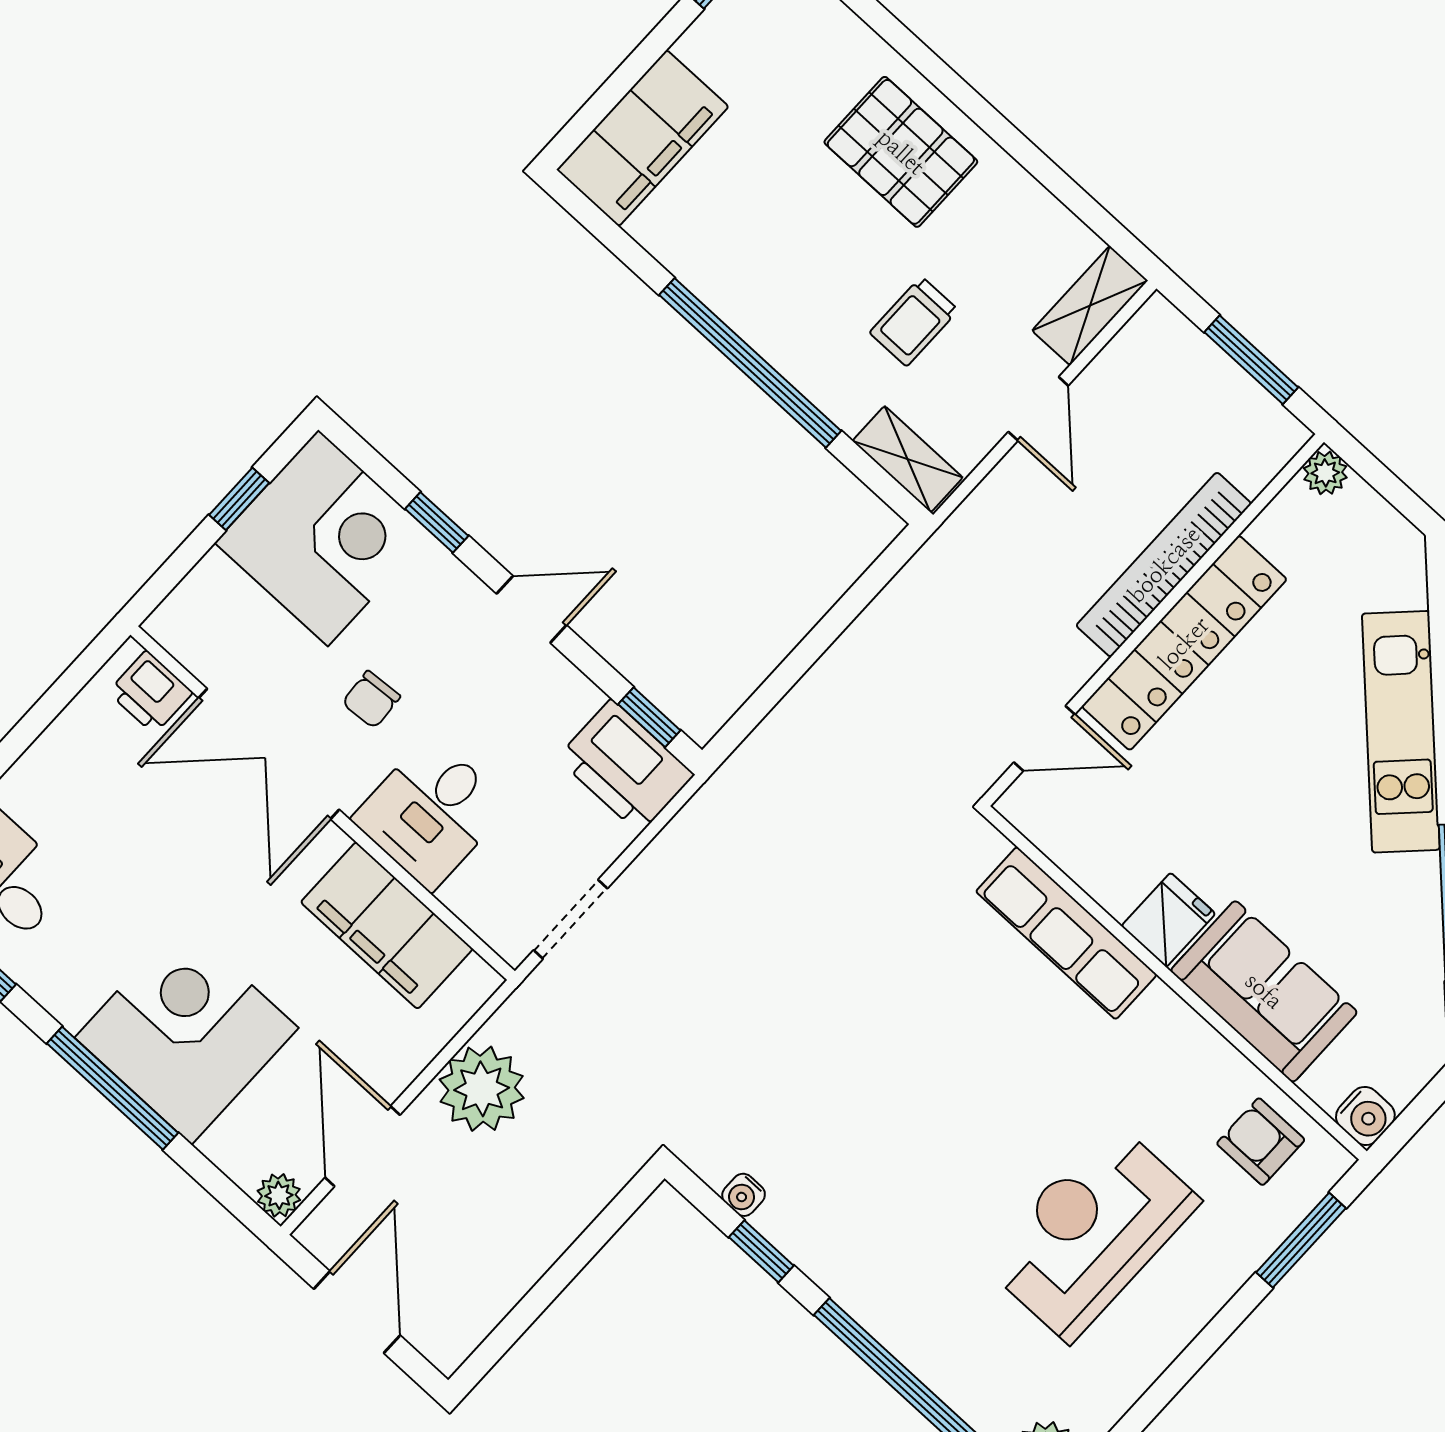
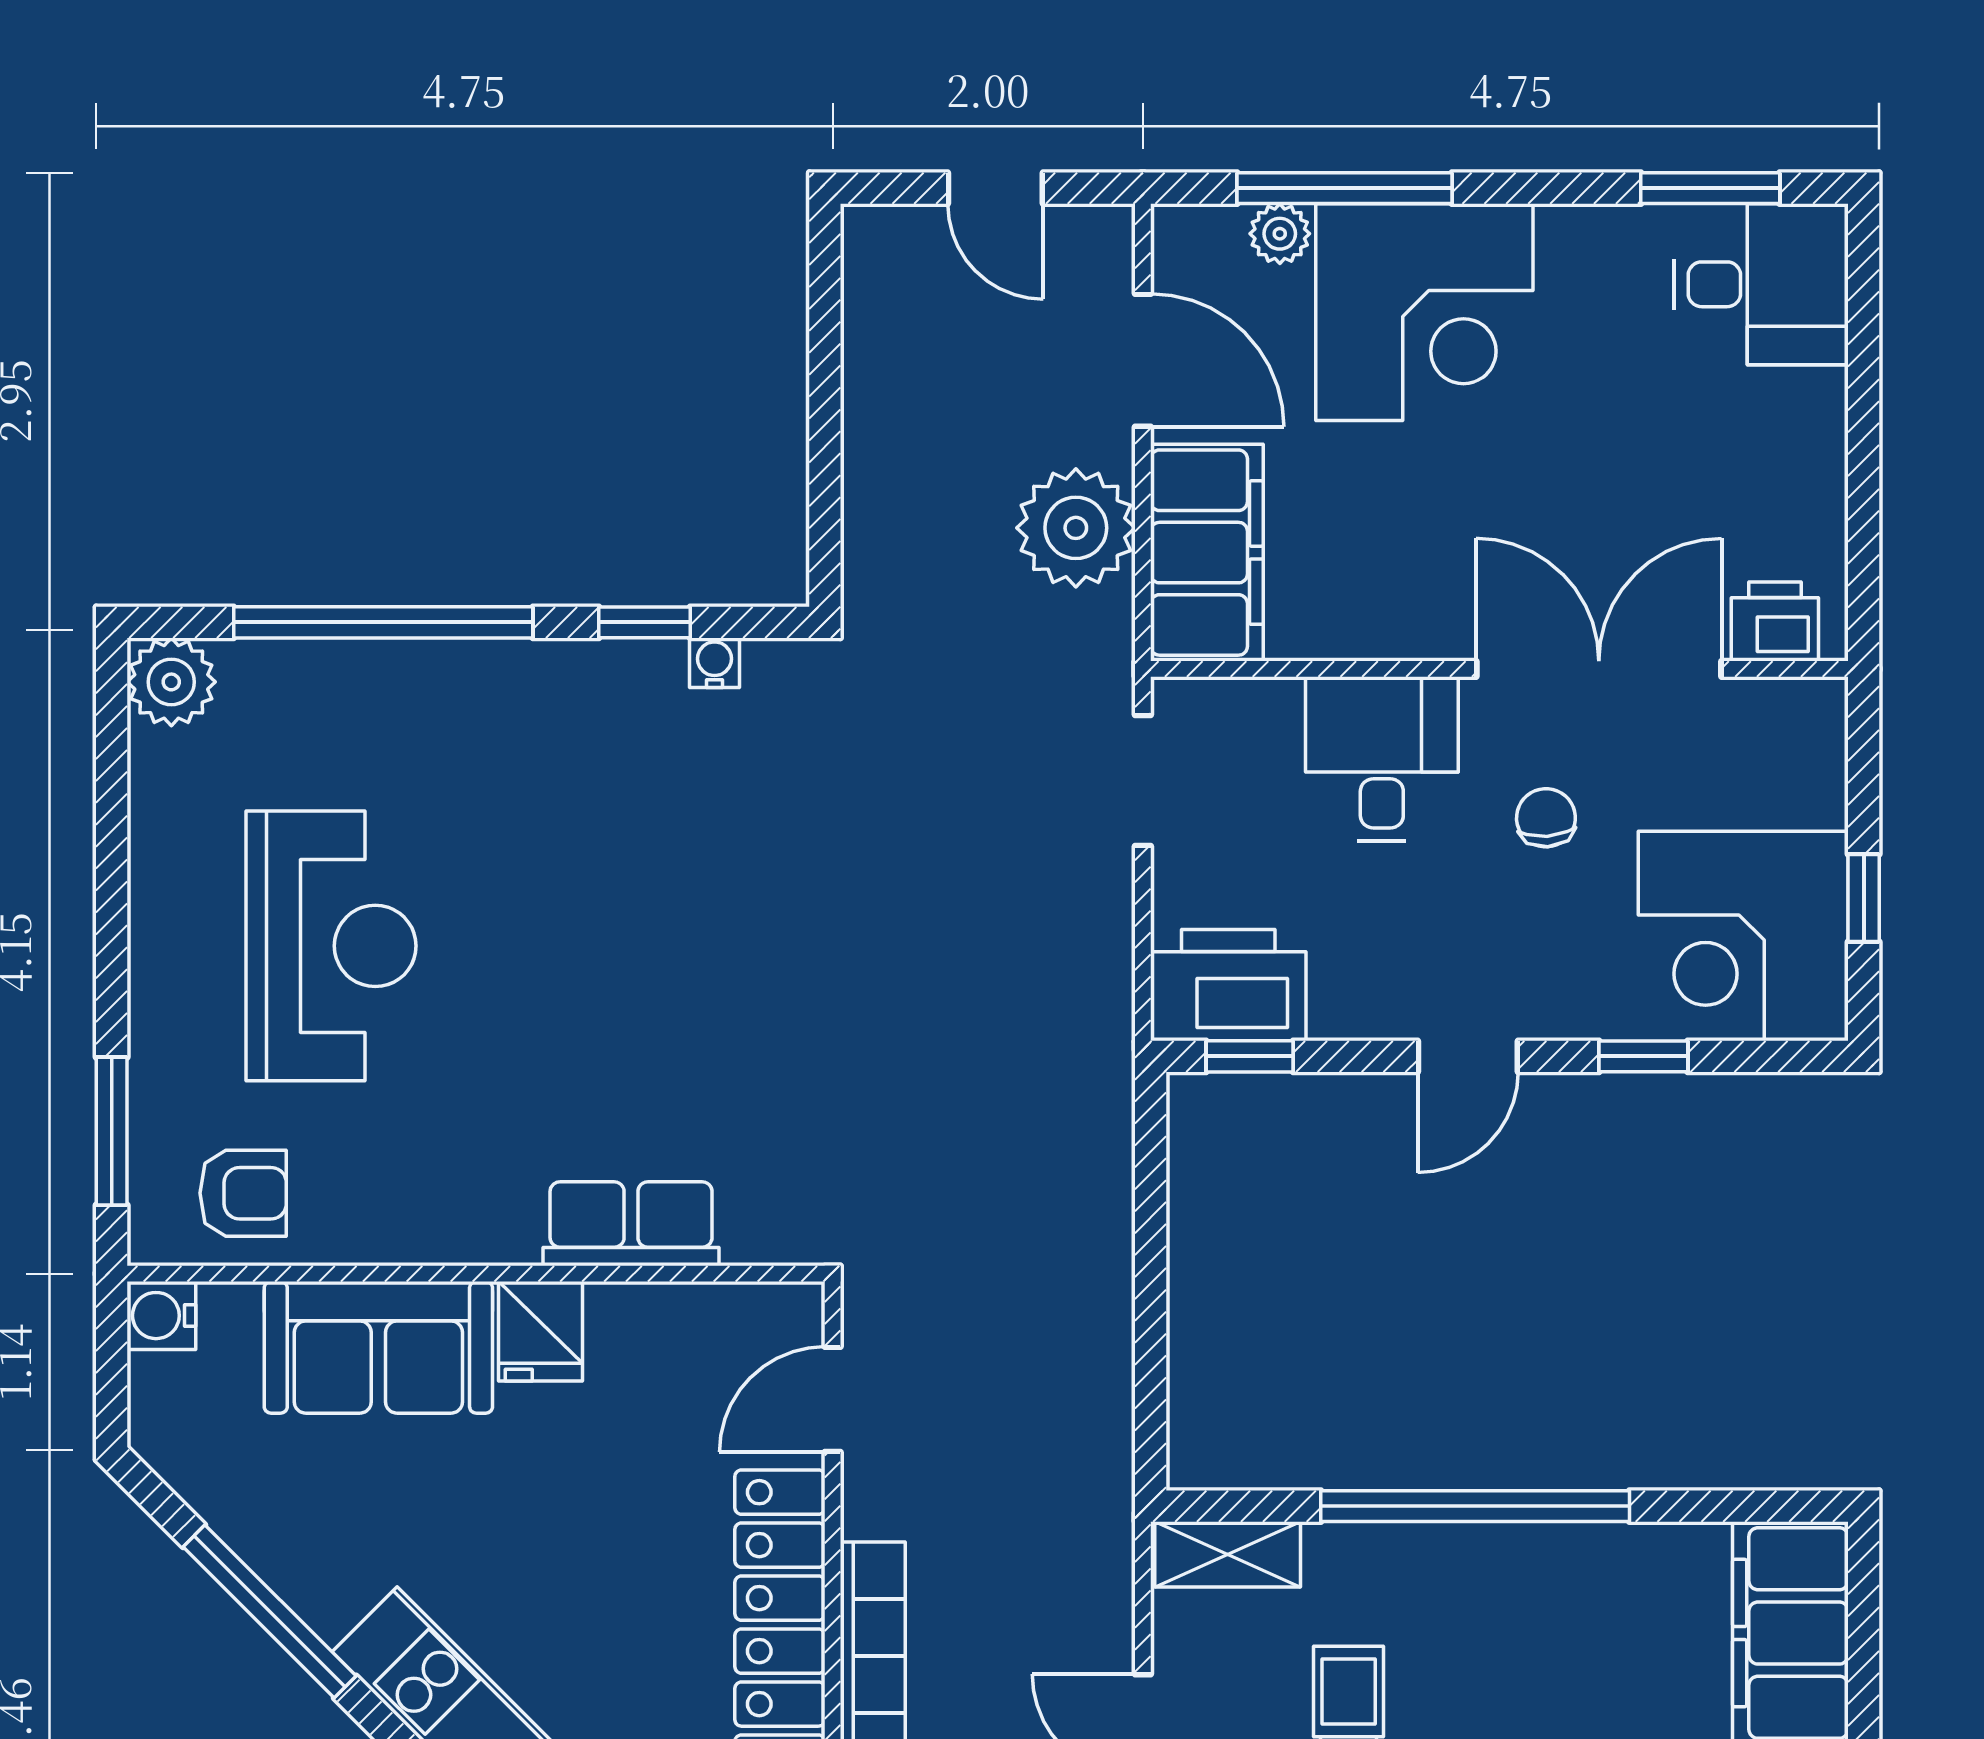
filing cabinet: (387, 925) -> (1207, 553), moved, turned 90
row of seats: (1066, 933) -> (631, 1224), width x0.68
window: (112, 1088) -> (1345, 188), moved
plant: (279, 1195) -> (1280, 234), moved
door: (357, 1312) -> (995, 188), width x0.73

